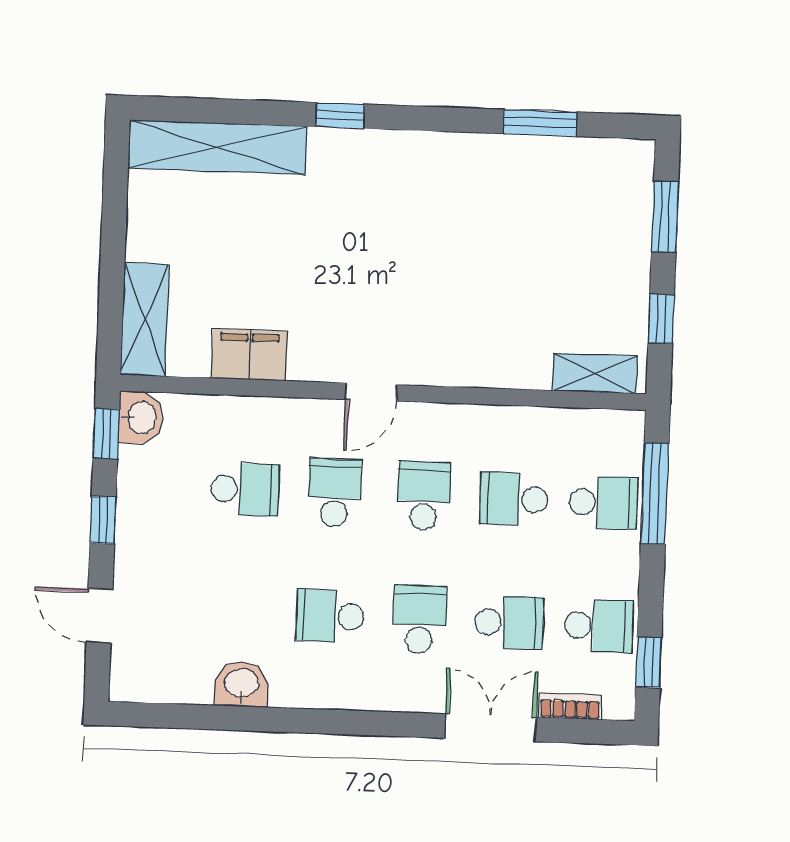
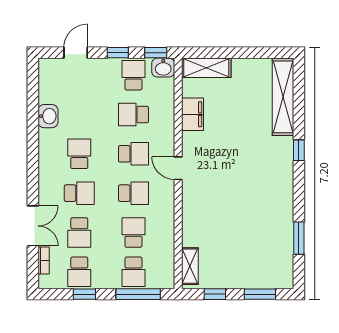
school desk: (155, 486) -> (133, 75), added
school desk: (245, 489) -> (133, 115), turned 90
window: (649, 662) -> (84, 294), moved

